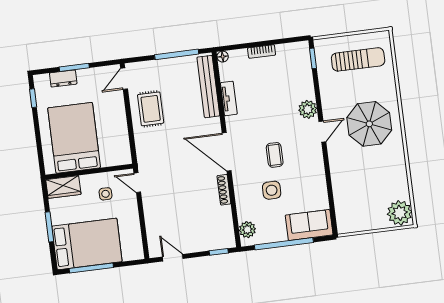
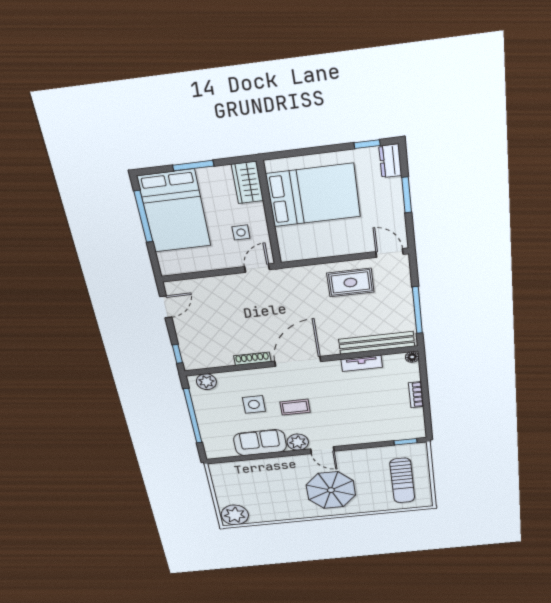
dresser: (63, 78) -> (390, 161), moved
plant: (308, 109) -> (298, 442), moved
sofa: (309, 225) -> (260, 443), moved, turned -90

